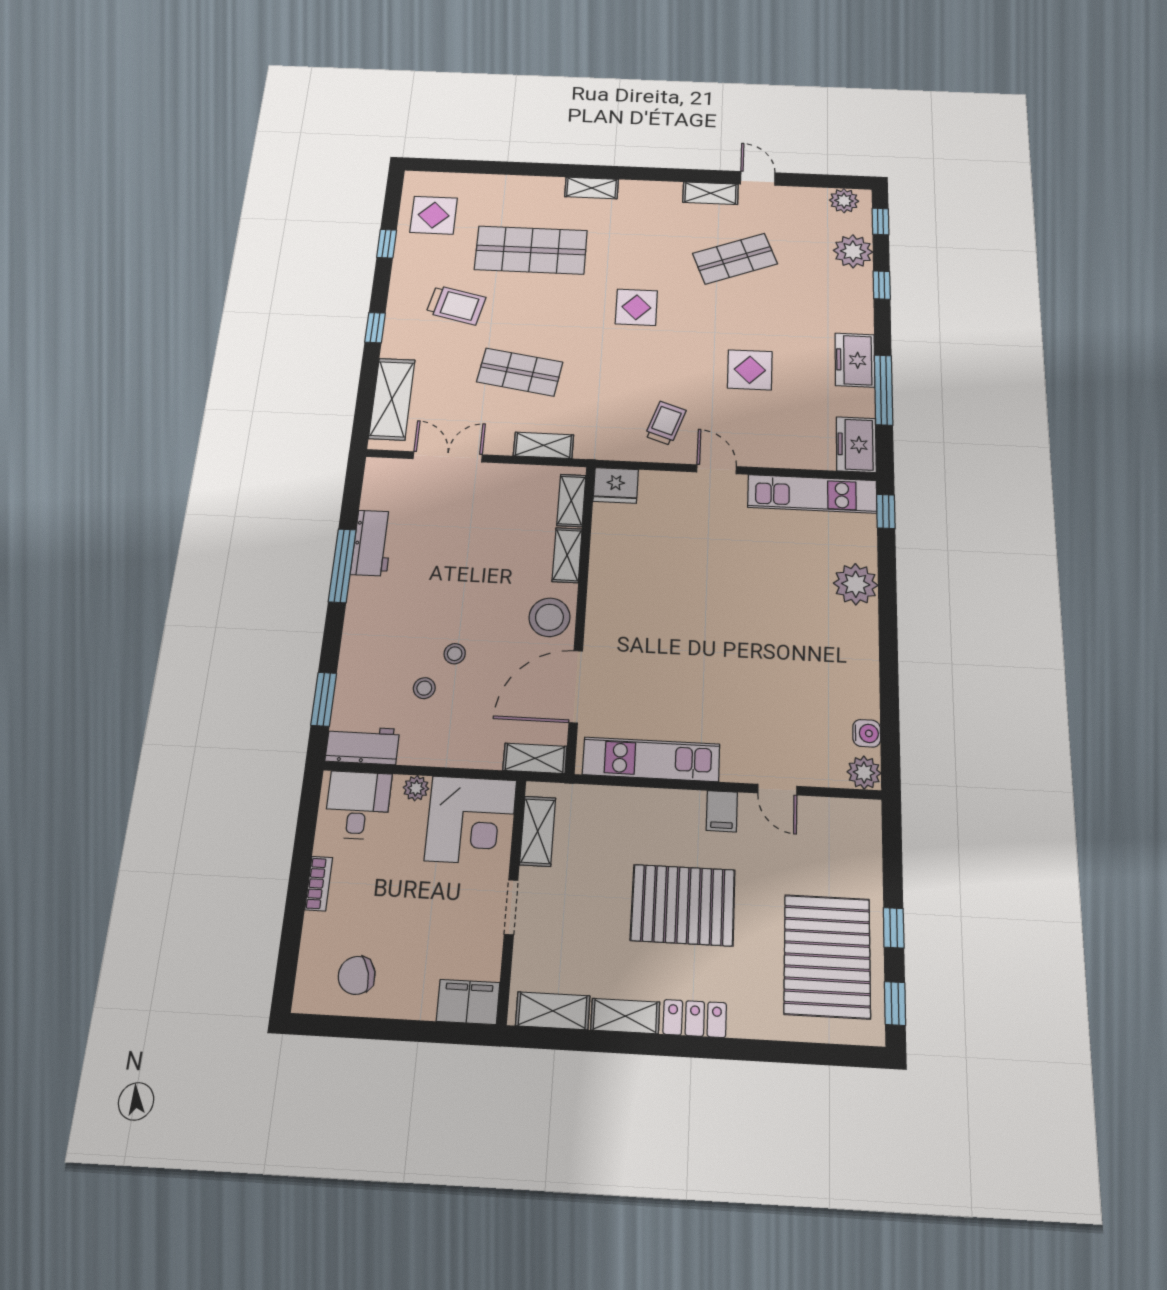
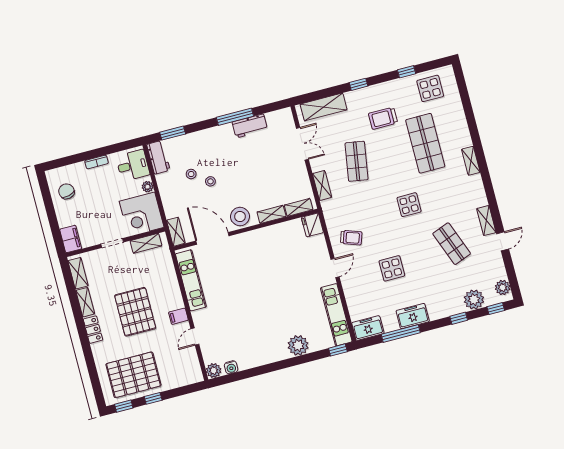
trolley: (456, 305) -> (383, 118), turned 77

